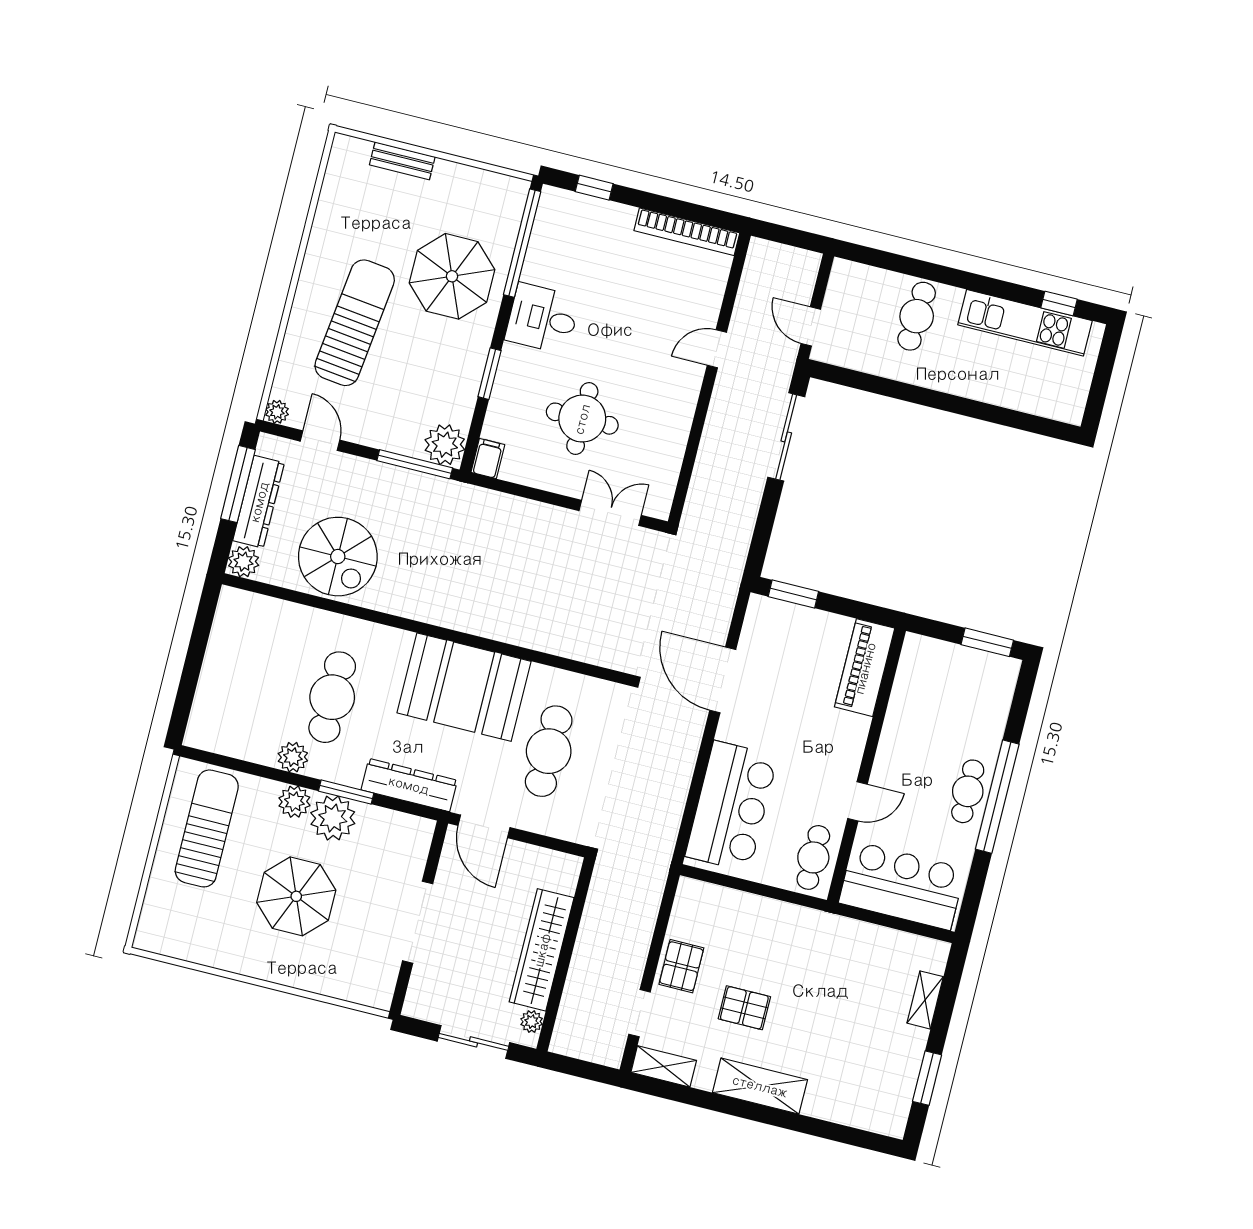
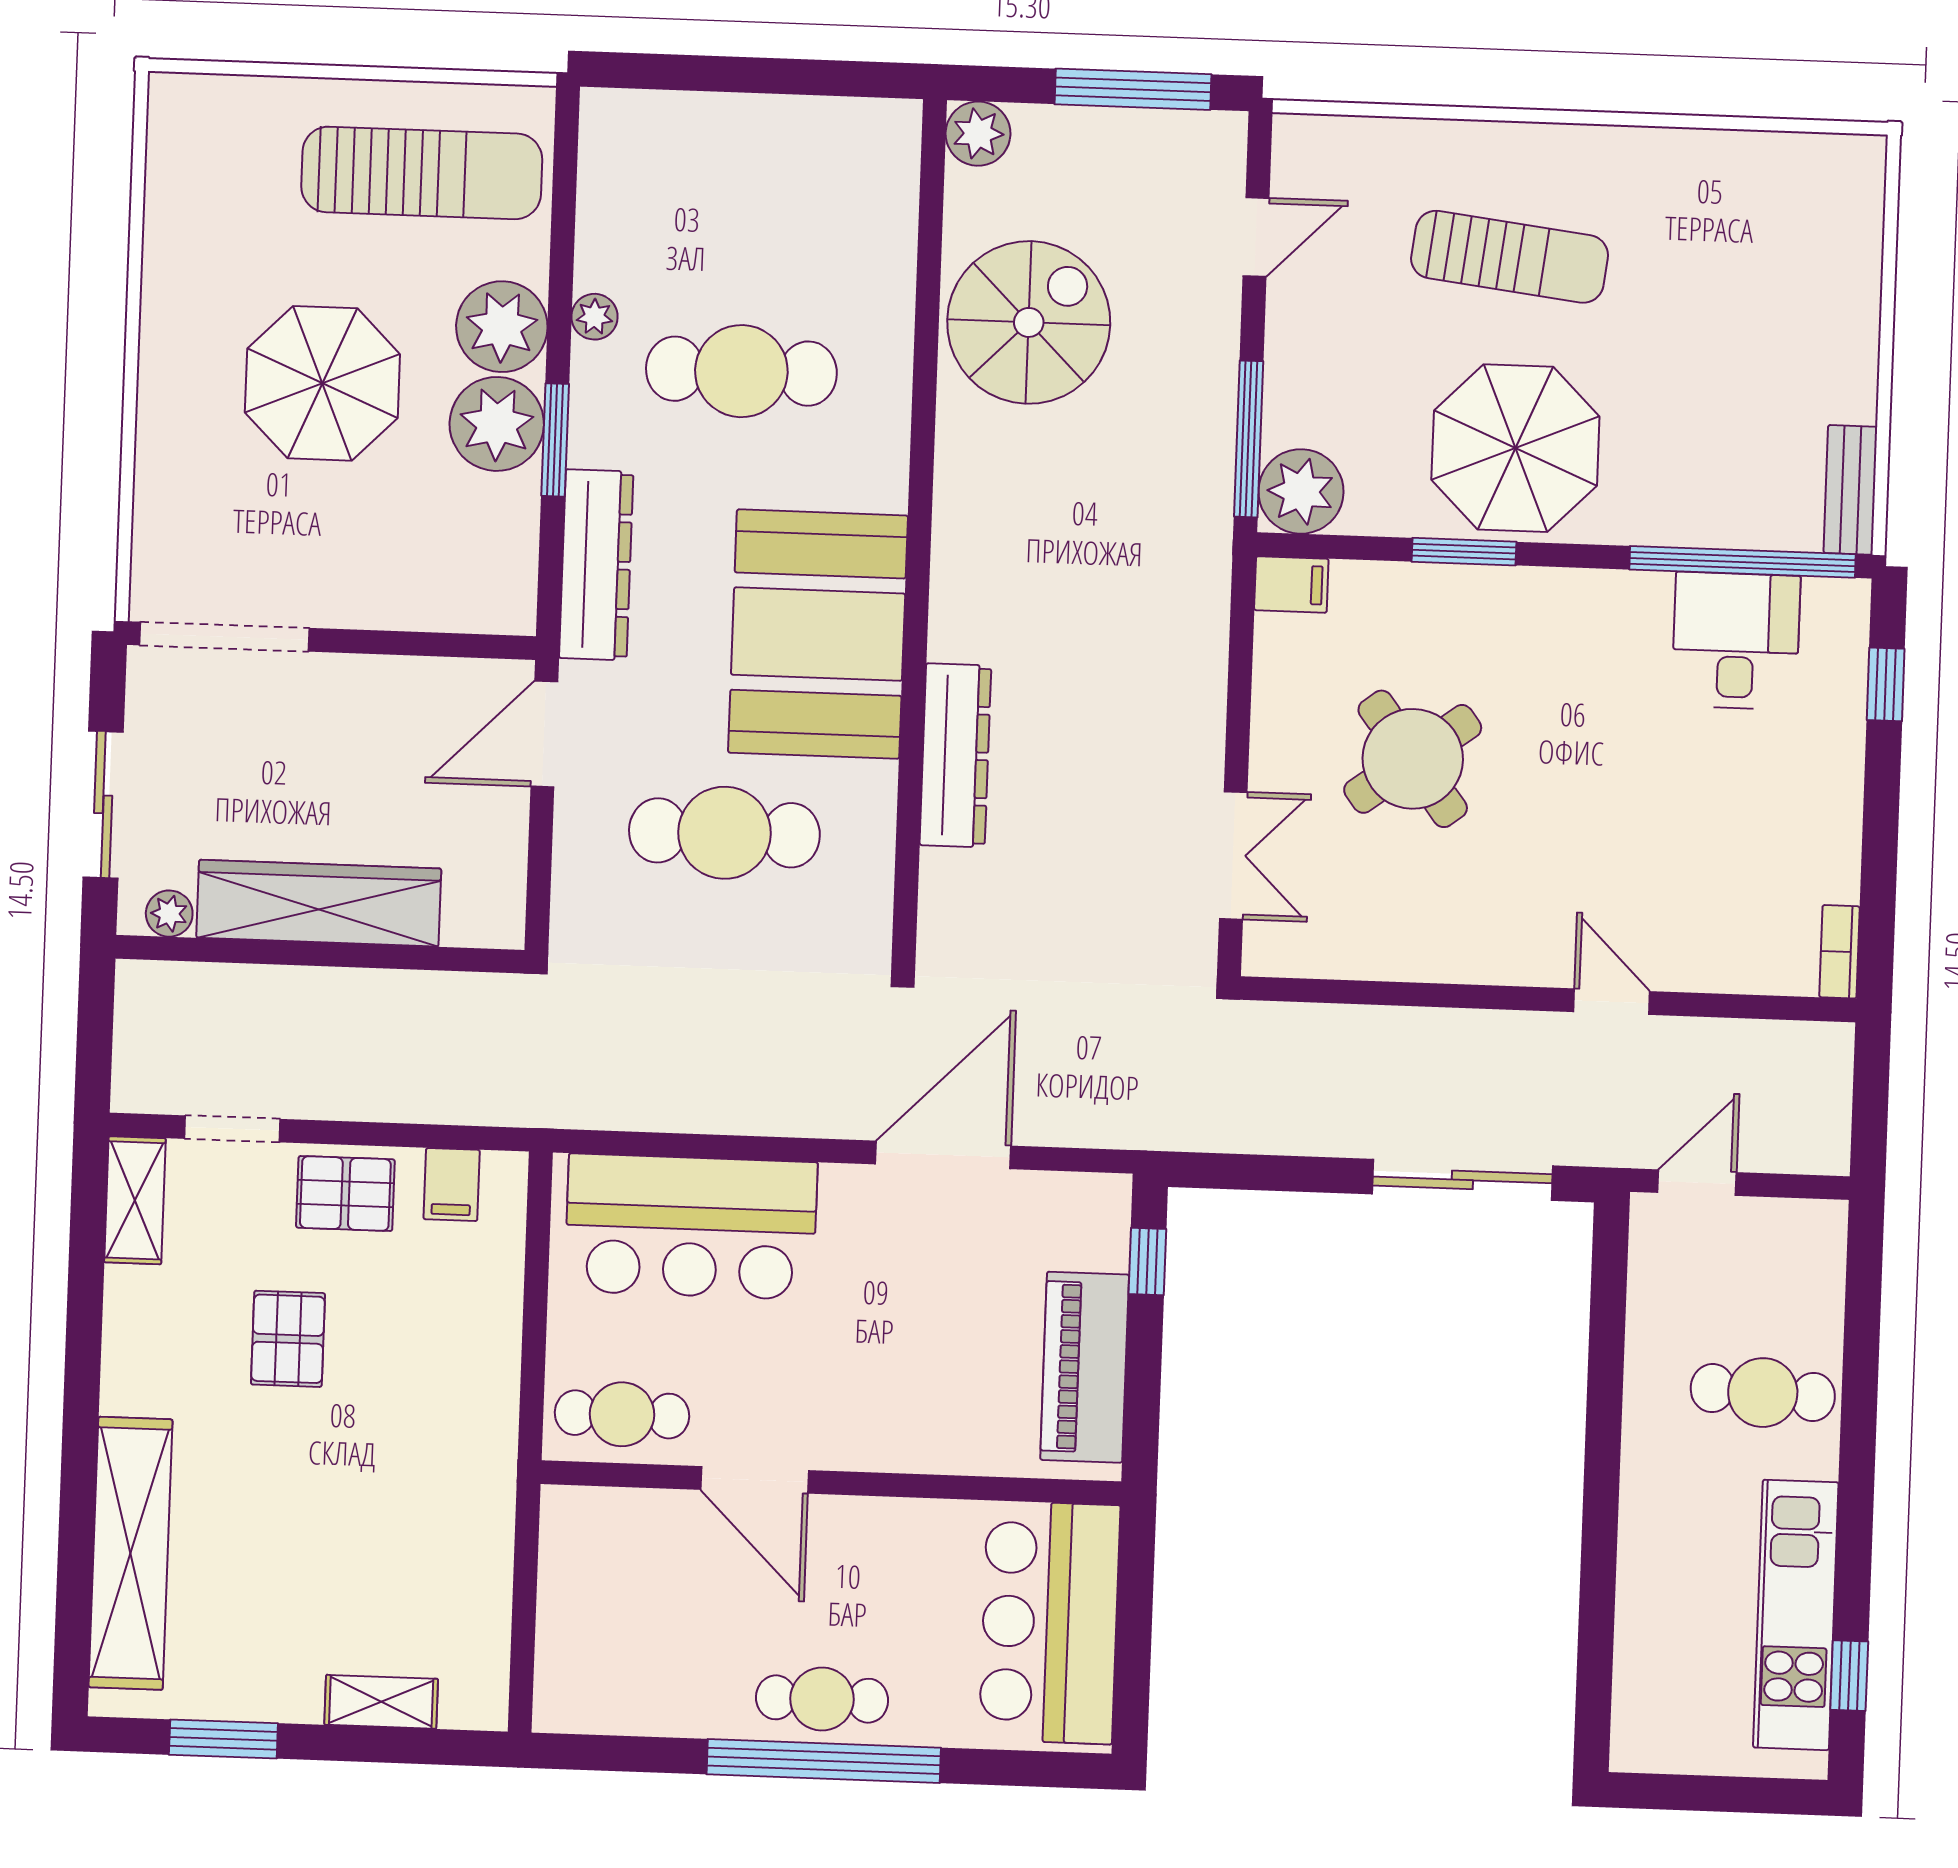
bench: (402, 161) -> (1850, 490), moved
bookcase: (687, 232) -> (1839, 952), width x0.43, depth x0.76
parasol: (452, 276) -> (1515, 448), moved
desk: (543, 318) -> (1736, 641), moved
sun lounger: (355, 323) -> (1510, 257), width x0.73, depth x0.75
plant: (277, 412) -> (1296, 137), removed
round table: (582, 419) -> (1413, 759), turned -37
dresser: (259, 502) -> (955, 755), moved, turned -90
spiral stairs: (338, 557) -> (1029, 322), turned 180
window: (793, 594) -> (1147, 1262), width x0.67
window: (987, 642) -> (1132, 1675), removed
piano: (865, 668) -> (1085, 1367), moved, turned -90
plant: (293, 757) -> (594, 317), width x0.73, depth x0.73
door: (857, 801) -> (755, 1480), width x1.38
plant: (294, 802) -> (502, 327), width x1.36, depth x1.36
bar counter: (902, 886) -> (1050, 1622), moved, turned 180
filing cabinet: (688, 915) -> (452, 1185), added
doorway: (418, 922) -> (225, 637), moved
shelving: (760, 1086) -> (130, 1553), moved, width x1.47

